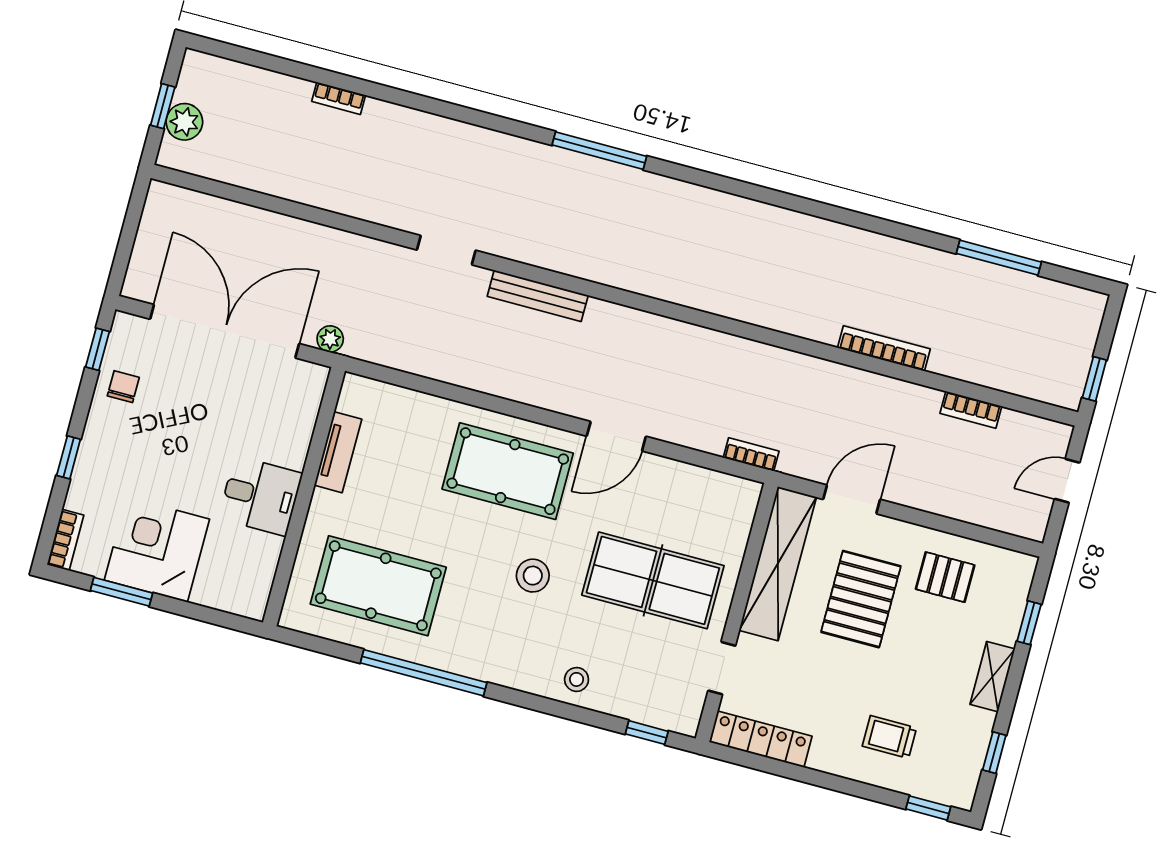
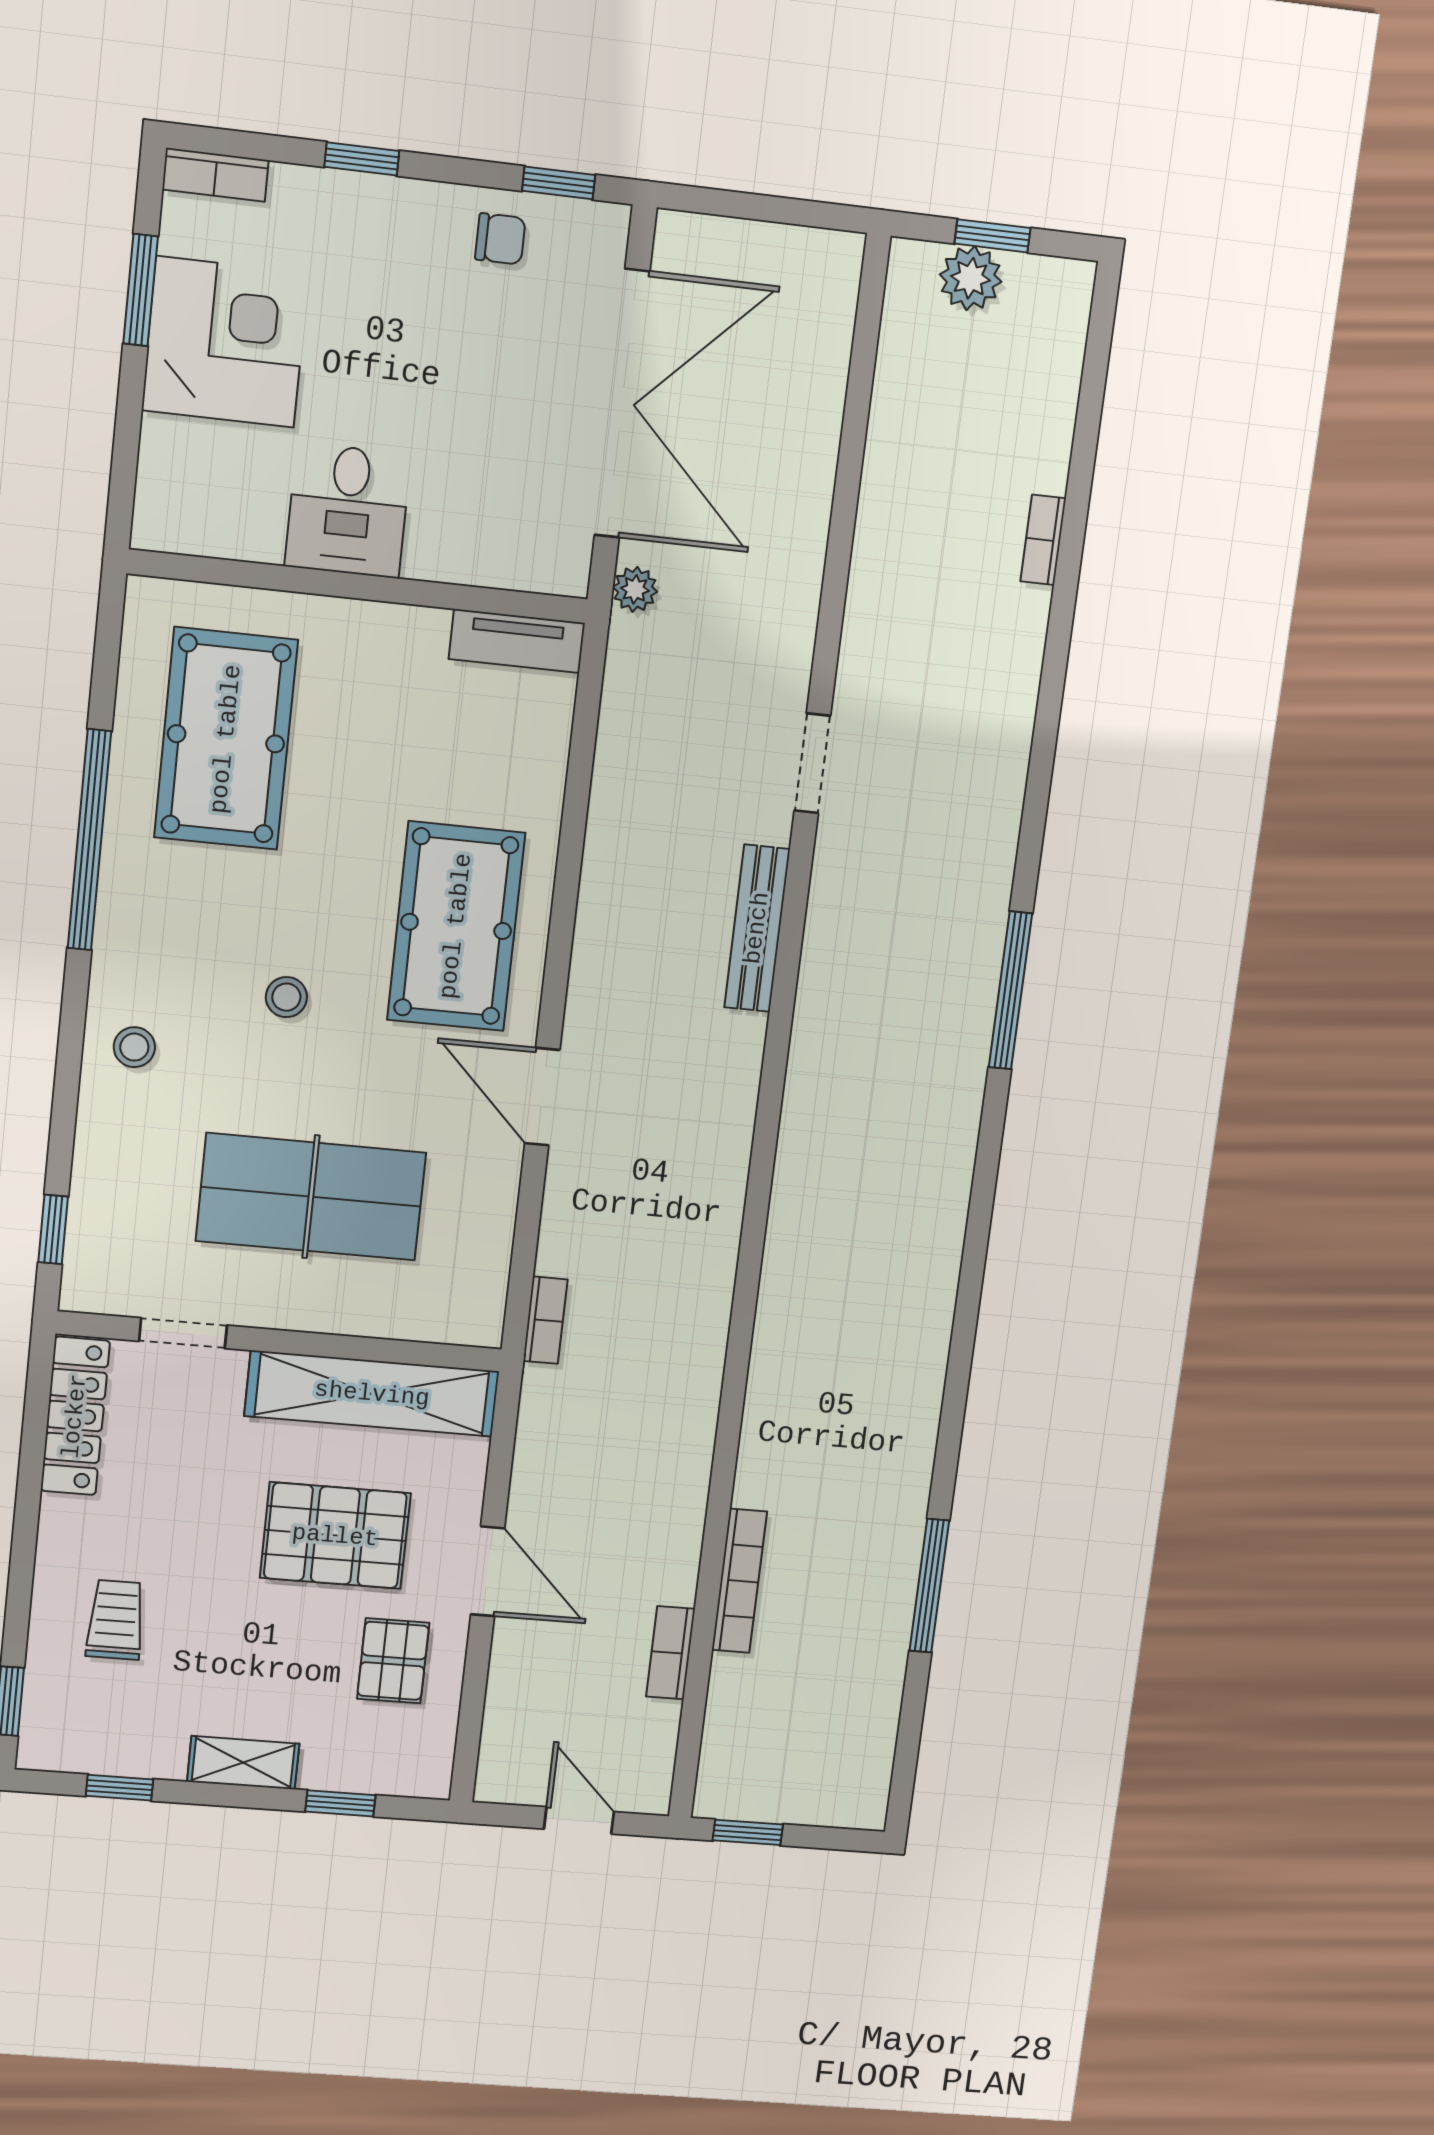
window: (999, 258) -> (929, 1586), moved
bookcase: (884, 348) -> (739, 1581), moved
tv unit: (338, 452) -> (517, 641), moved
door: (852, 499) -> (488, 1571), moved
stool: (533, 576) -> (286, 997), width x0.73, depth x0.73
table tennis table: (653, 580) -> (311, 1197), turned 90
stool: (577, 679) -> (134, 1047), moved

